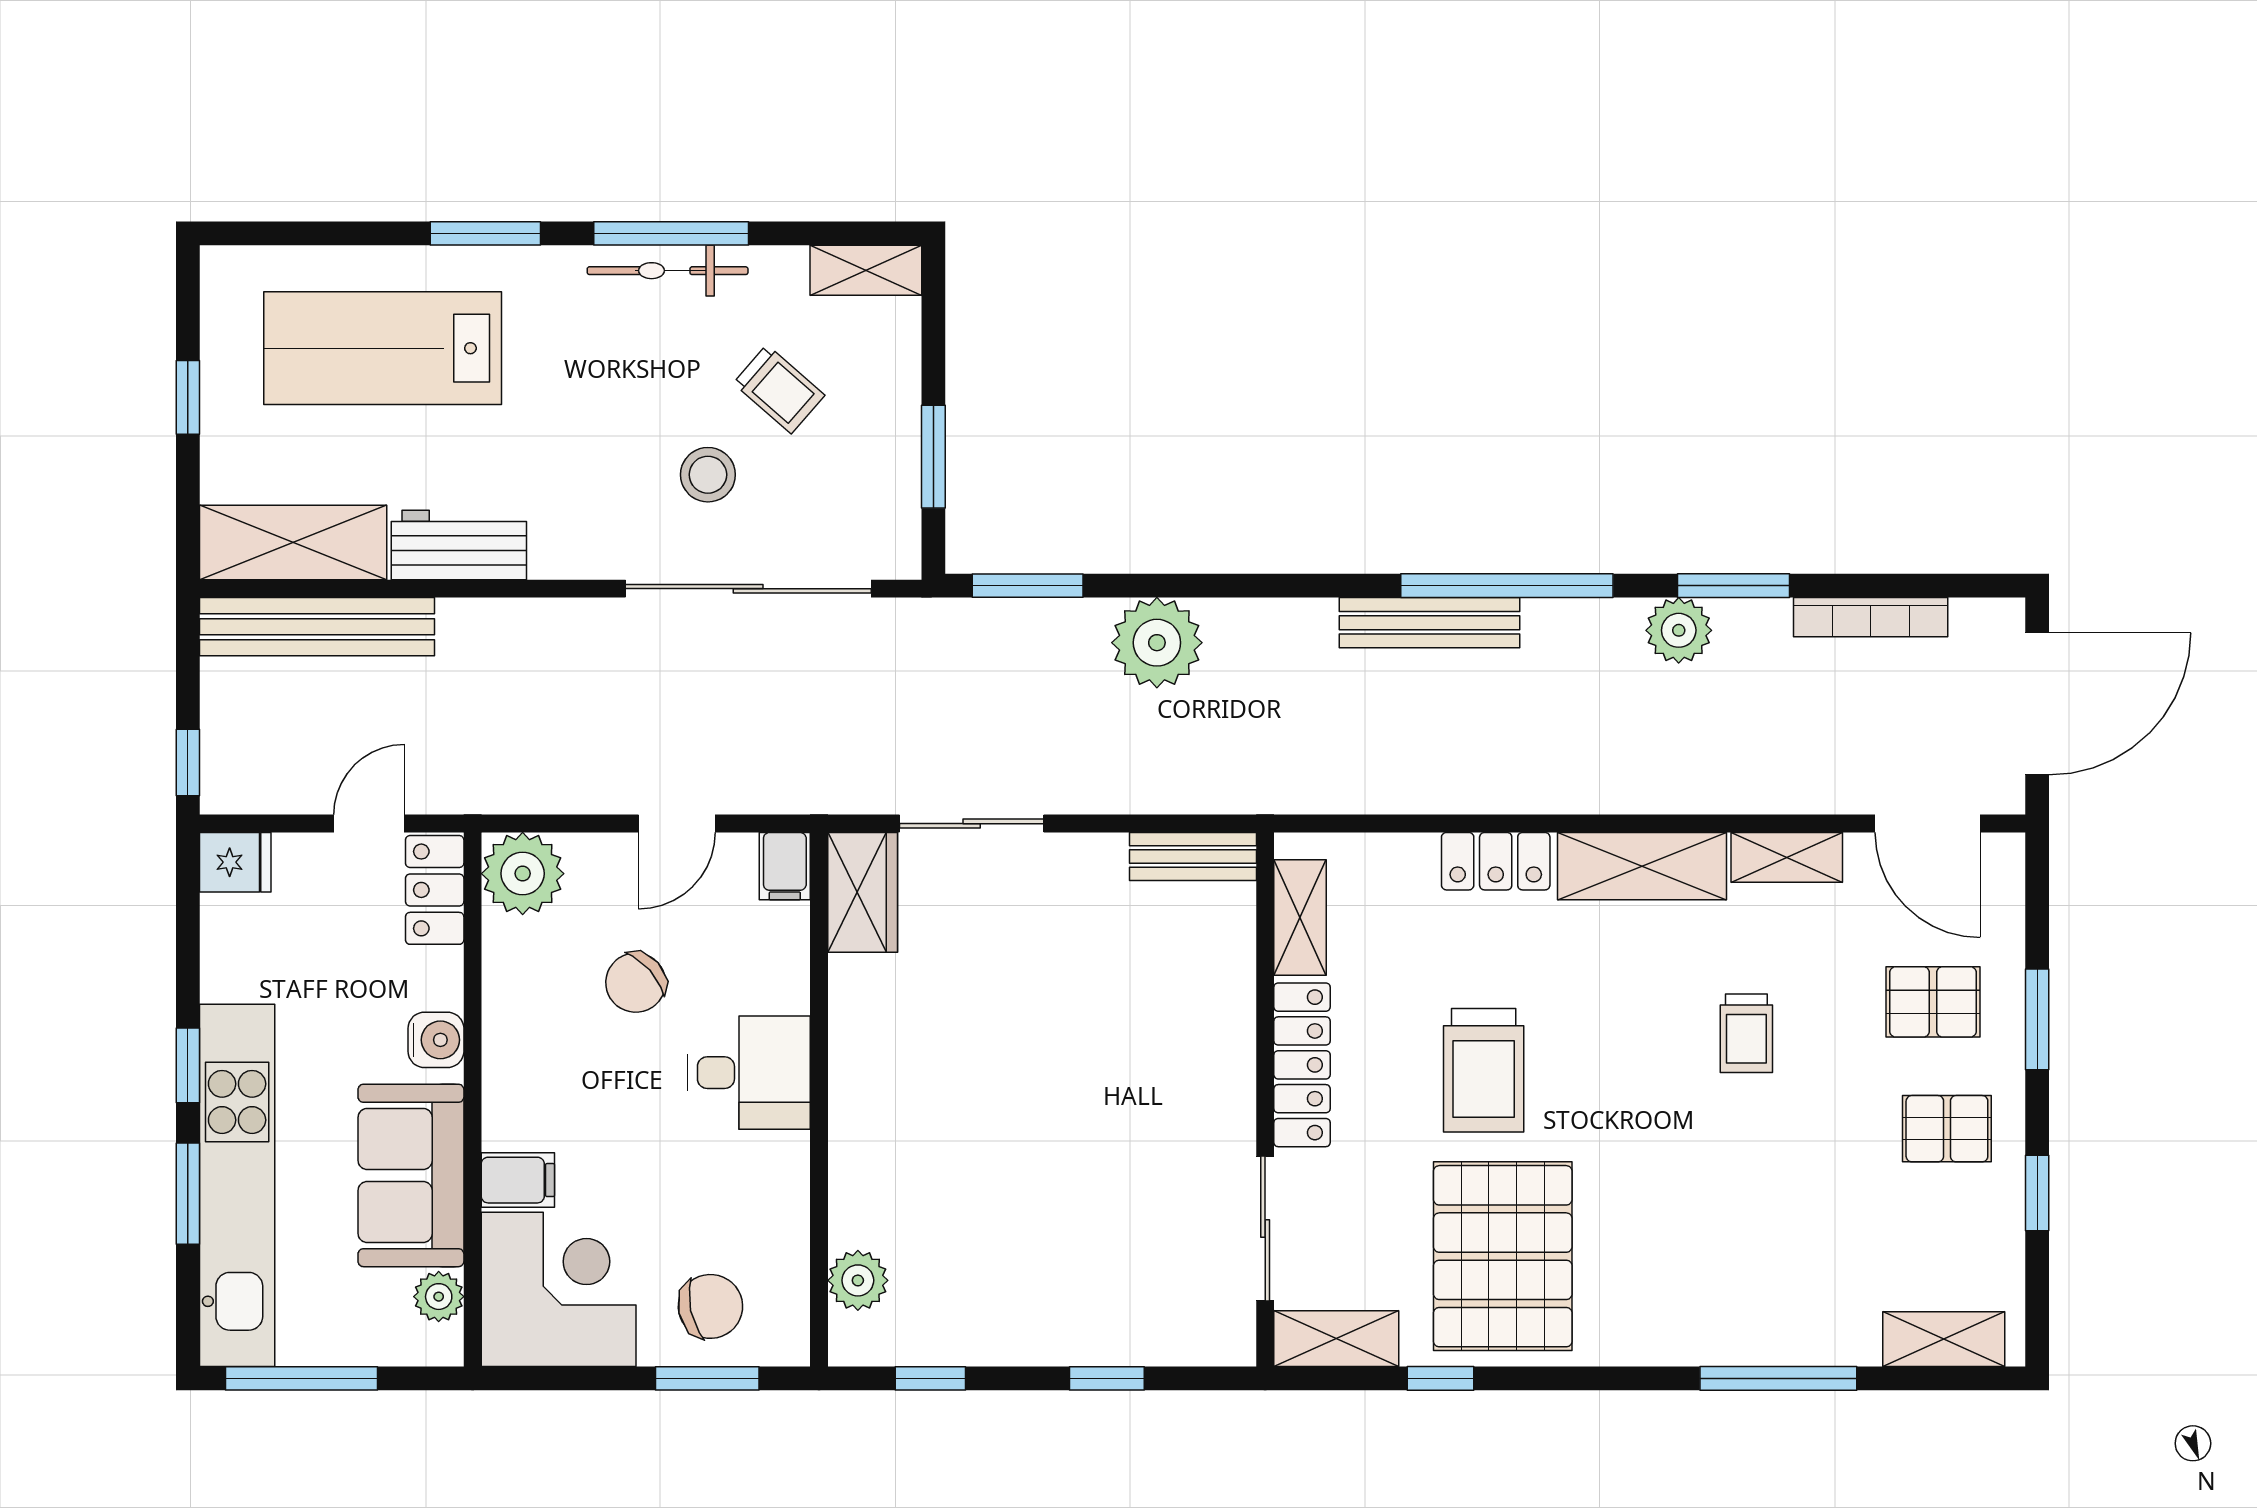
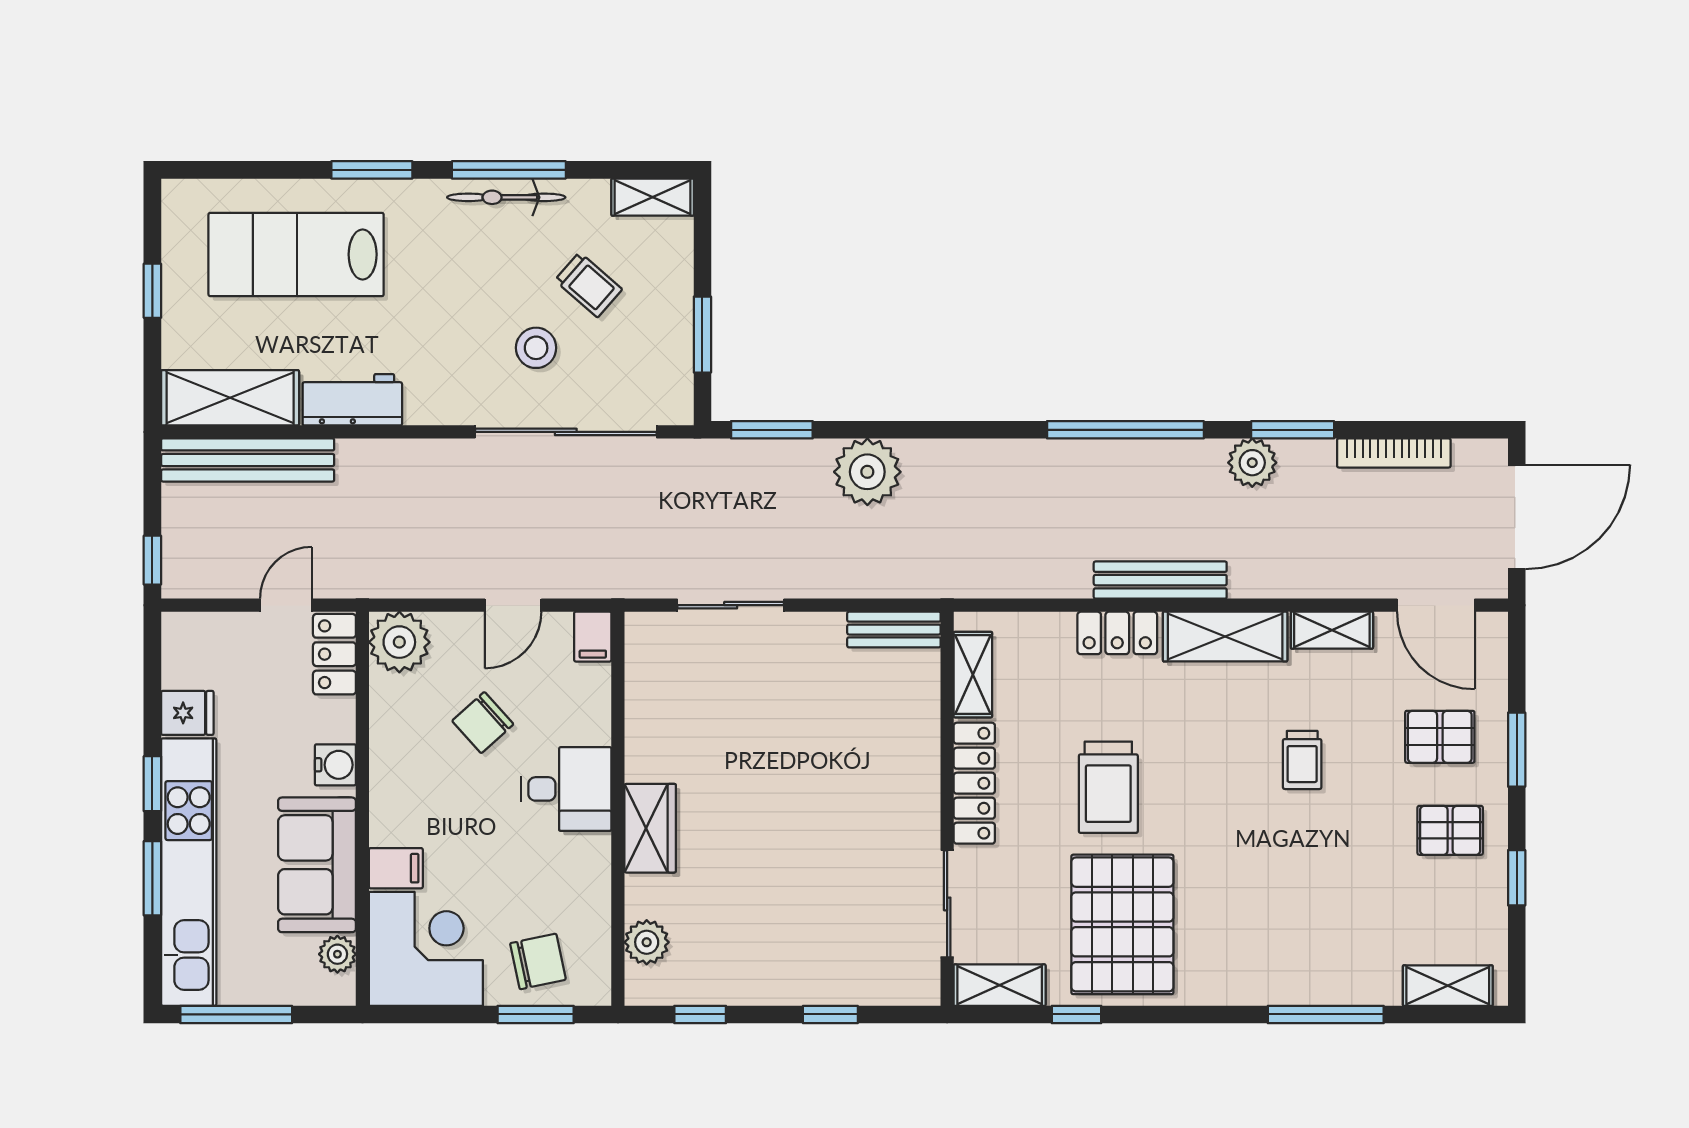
bench: (1429, 623) -> (1160, 580), moved
fridge: (235, 862) -> (187, 713), moved
wardrobe: (863, 892) -> (650, 828), moved

